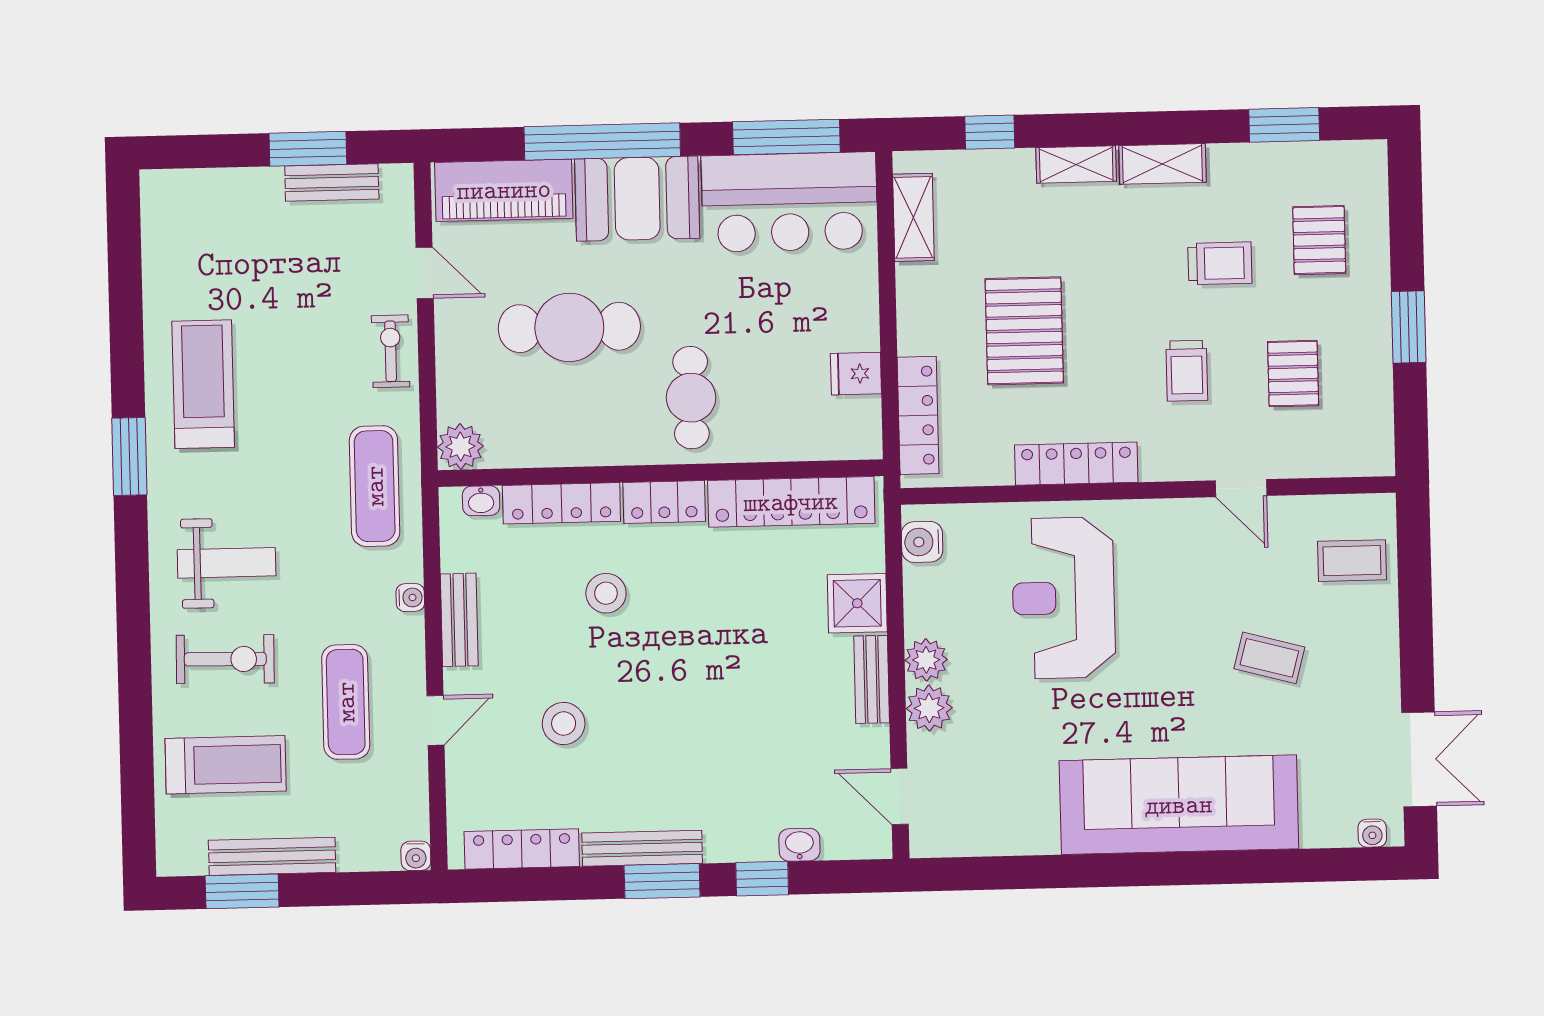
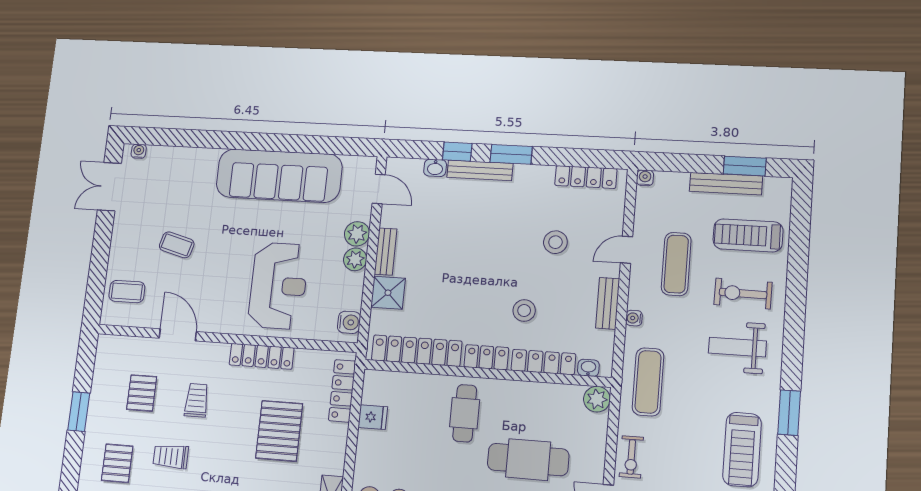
door: (1241, 488) -> (178, 335), width x1.38
sofa: (1179, 805) -> (279, 176), moved
bench: (642, 848) -> (480, 170), moved

